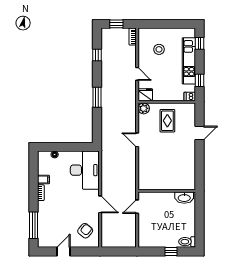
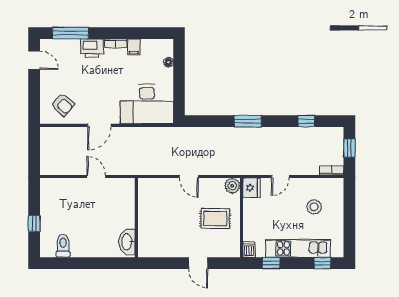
door: (137, 140) -> (189, 177), swing flipped
wall: (167, 191) -> (136, 218), moved
washbasin: (184, 198) -> (127, 242), moved
printer: (44, 210) -> (92, 48), added
toilet: (187, 242) -> (63, 246), moved
door: (63, 251) -> (34, 60), moved

